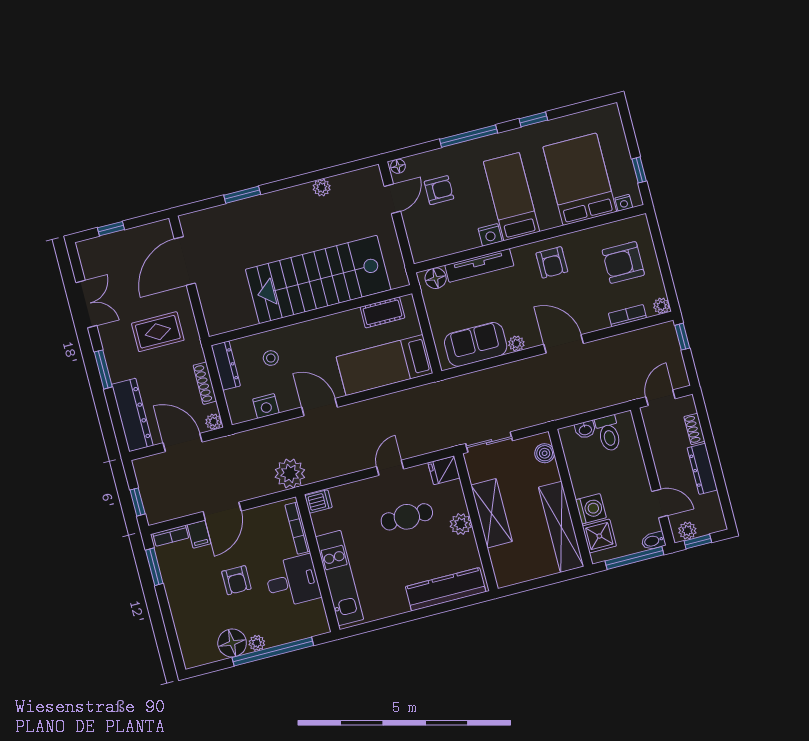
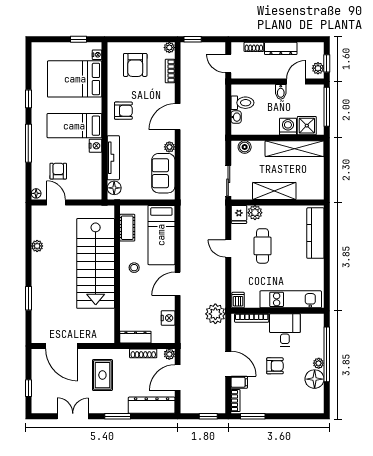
stool: (271, 358) -> (134, 268), moved
plant: (461, 524) -> (255, 213), moved
bidet: (653, 541) -> (281, 92), moved

